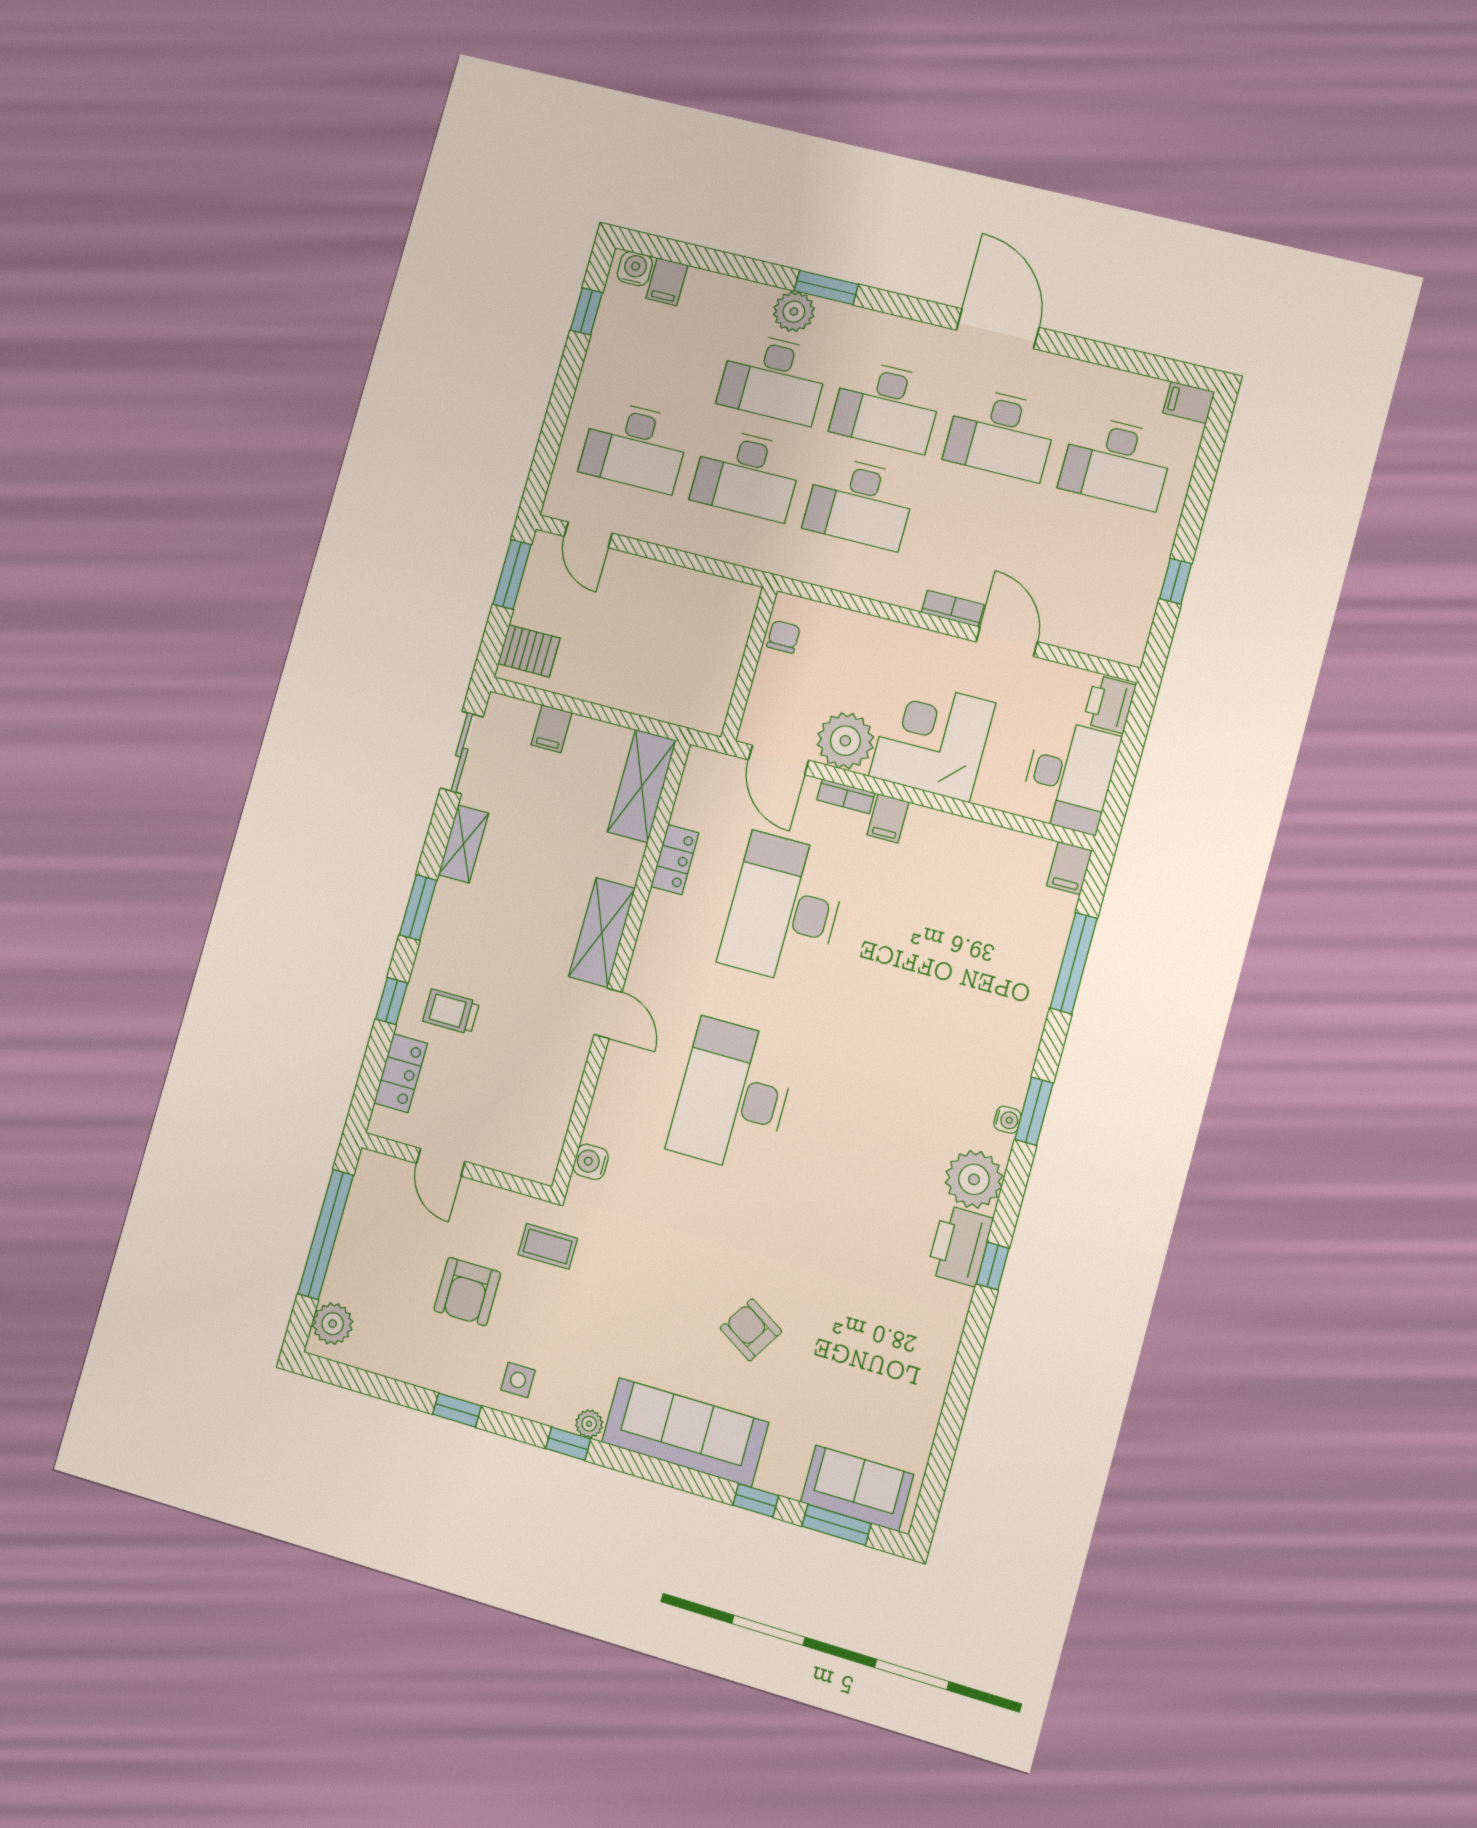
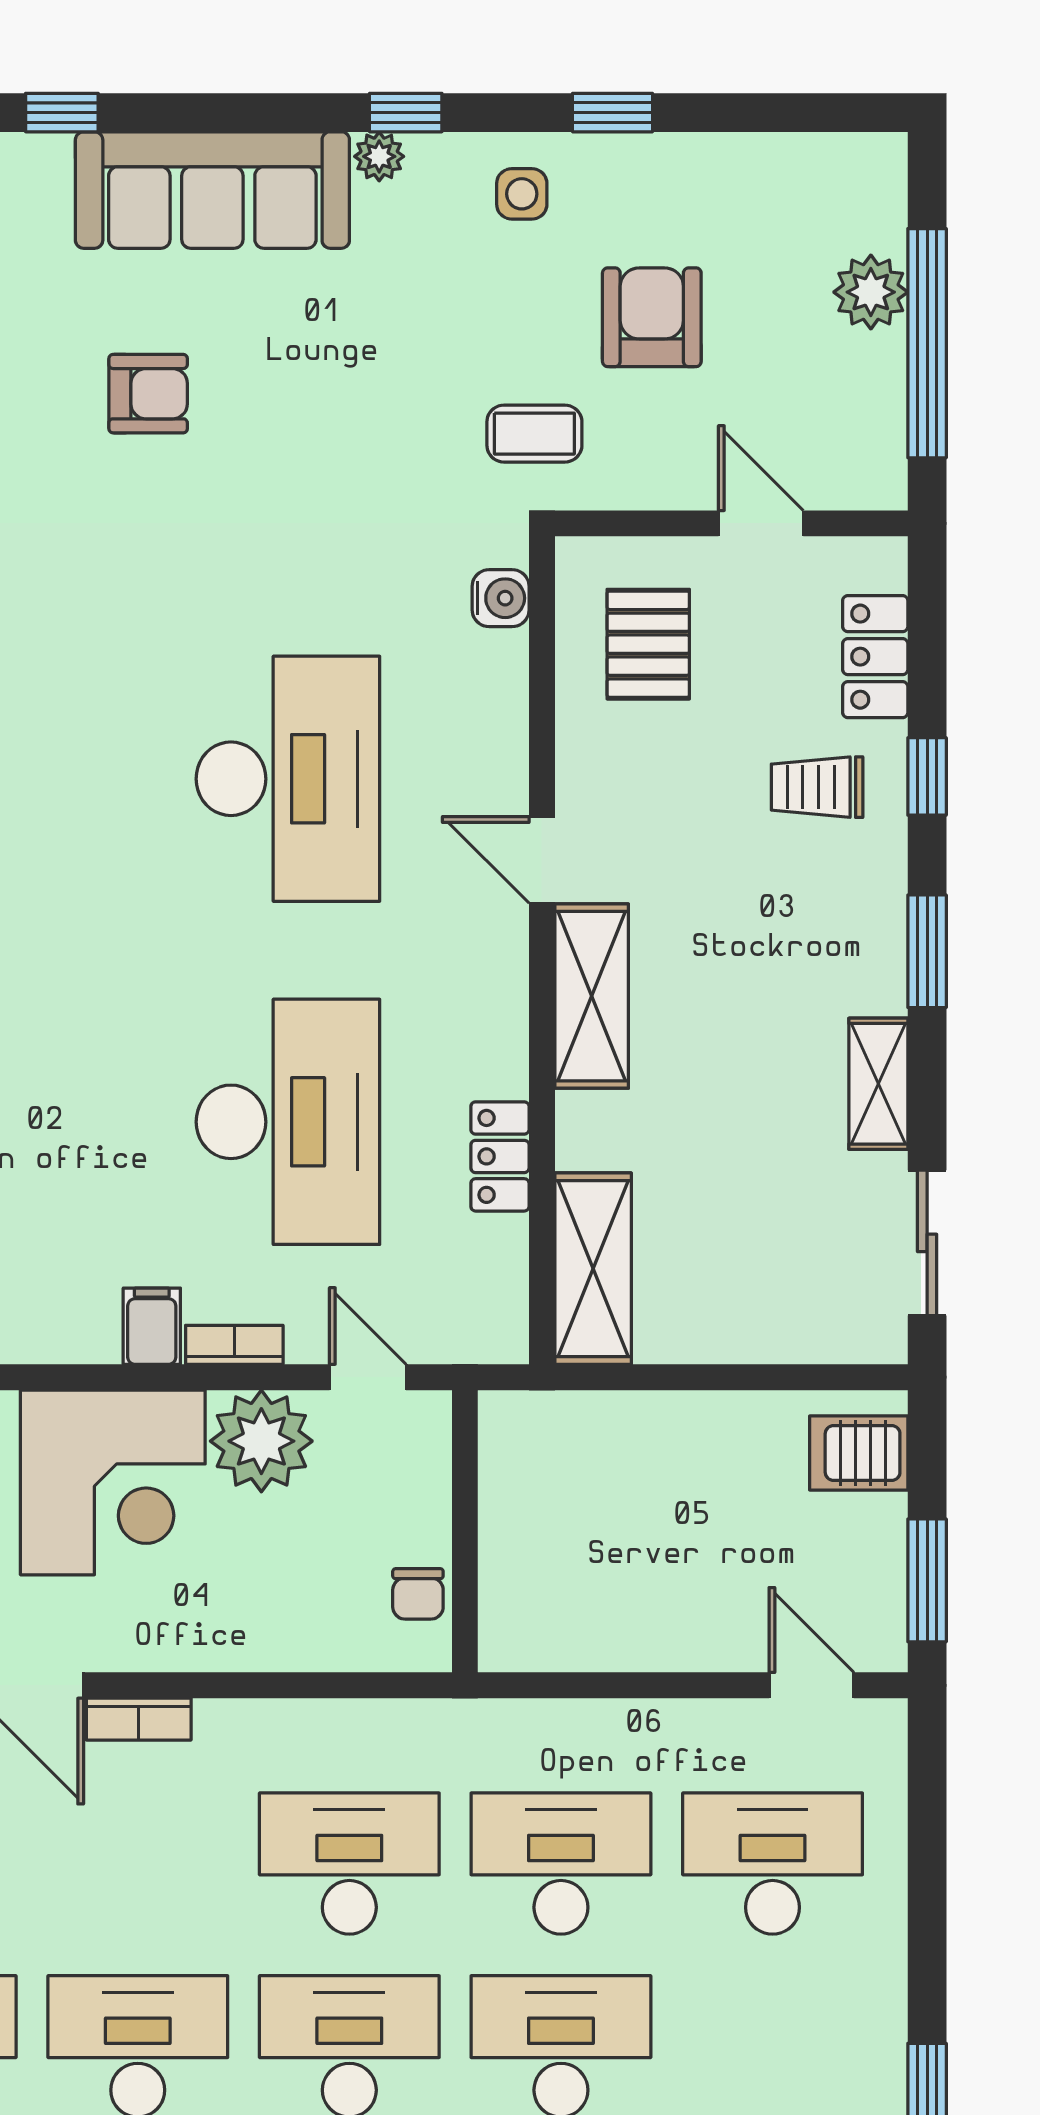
filing cabinet: (552, 729) -> (780, 1326), removed
door: (778, 760) -> (368, 1377), width x0.73
trolley: (451, 1012) -> (817, 787), turned 180
pallet: (519, 1114) -> (648, 644), added
plant: (333, 1324) -> (871, 292), moved
armchair: (751, 1330) -> (148, 394), turned -32

